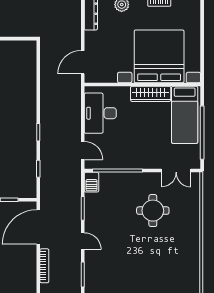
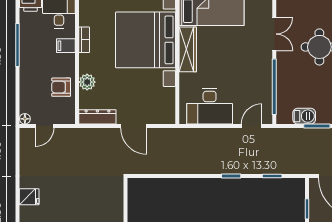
door: (83, 62) -> (134, 126), moved
double door: (176, 171) -> (274, 34), moved
barbecue: (91, 182) -> (304, 116), moved

